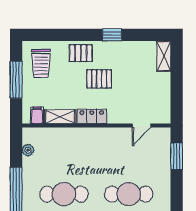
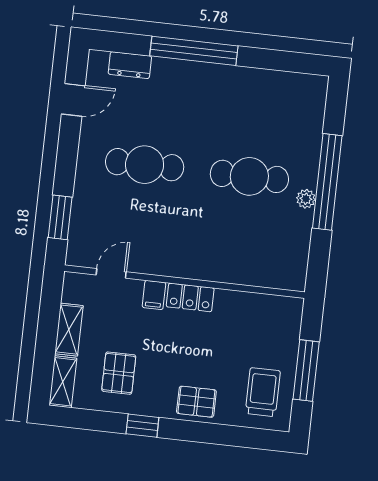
pallet: (99, 79) -> (119, 373), moved, turned 90
filing cabinet: (37, 115) -> (154, 295), moved
shelving: (60, 117) -> (69, 330), moved, turned 90
plant: (28, 150) -> (306, 199), moved

